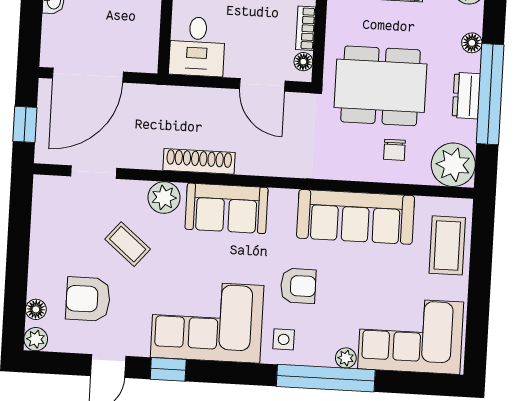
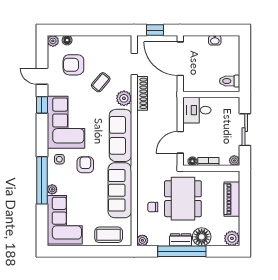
floor lamp: (472, 43) -> (202, 237), width x1.89, depth x1.89
shoe rack: (199, 161) -> (142, 93), moved
plant: (453, 165) -> (142, 240), width x0.53, depth x0.53
sofa: (227, 208) -> (120, 135), width x1.36
armchair: (298, 286) -> (85, 165), turned 180
armchair: (88, 299) -> (73, 65), turned -90

